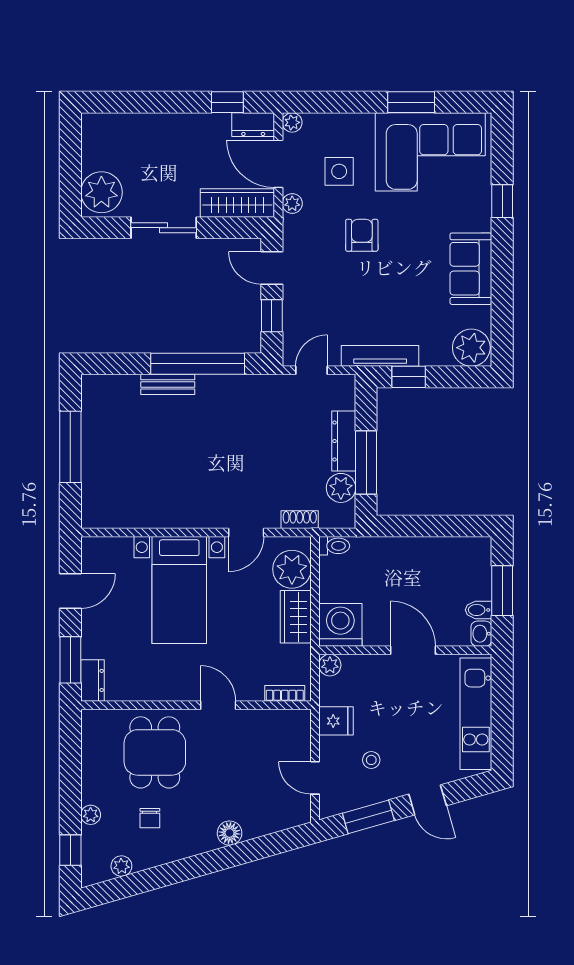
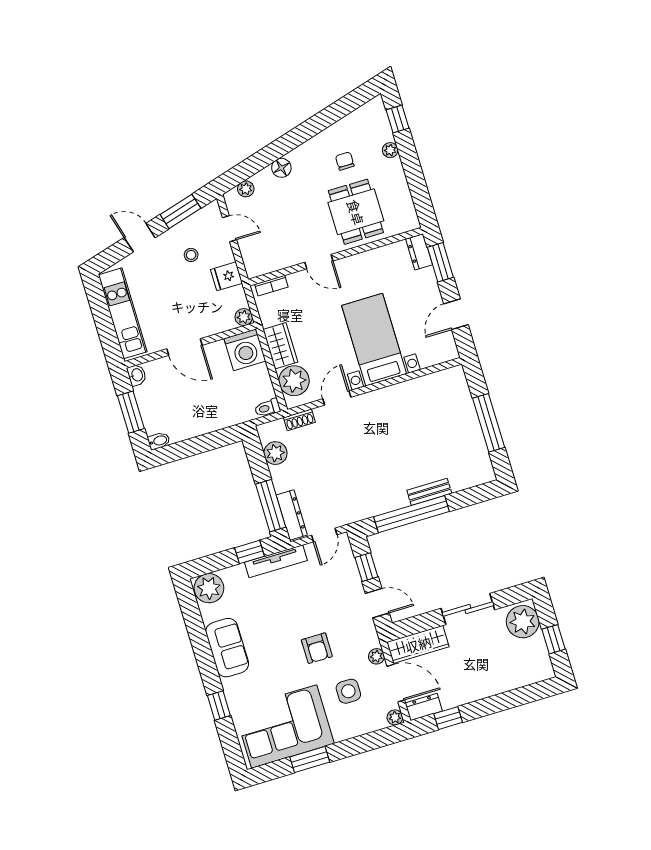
window: (70, 160) -> (554, 639), added
dresser: (344, 441) -> (292, 515), moved
window: (366, 463) -> (271, 506), moved
bidet: (478, 610) -> (159, 441), moved
plant: (121, 866) -> (246, 189), moved

